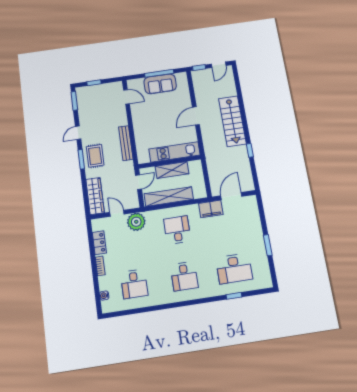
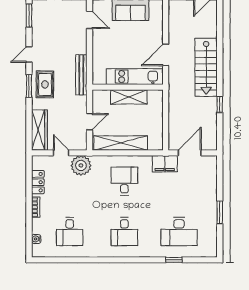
kitchen unit: (174, 152) -> (135, 77), moved
wall: (170, 162) -> (128, 87), moved
shelving: (172, 170) -> (129, 97), moved

